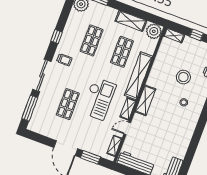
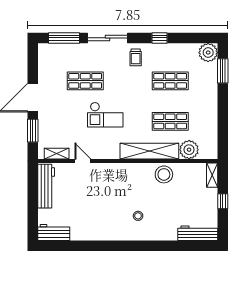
shelving: (131, 21) -> (210, 118), removed
plant: (154, 31) -> (189, 150), moved
stool: (183, 77) -> (164, 174), moved
checkout: (99, 99) -> (105, 115), width x0.73, depth x0.83
shelving: (145, 100) -> (124, 170), removed
shelving: (128, 109) -> (106, 153), removed

